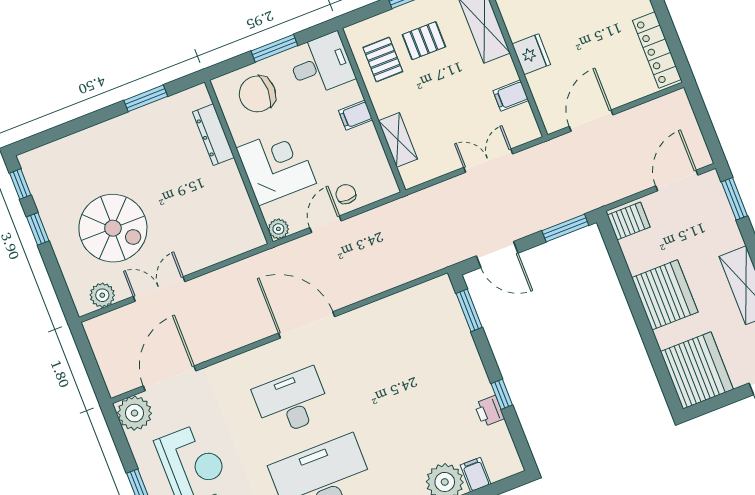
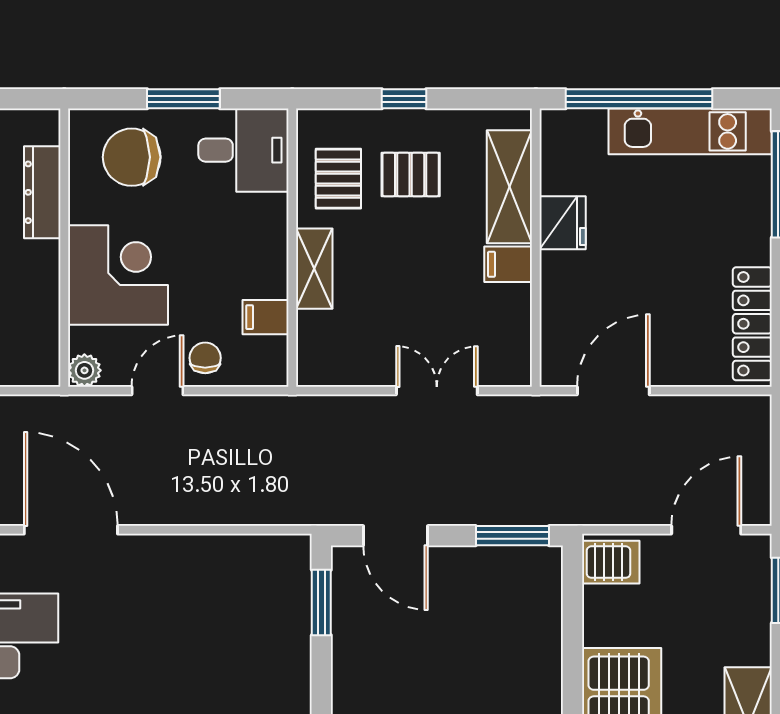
fridge: (531, 54) -> (563, 223), moved
filing cabinet: (511, 96) -> (508, 264), moved
filing cabinet: (356, 115) -> (266, 317), moved
shelving: (398, 140) -> (314, 269), moved

